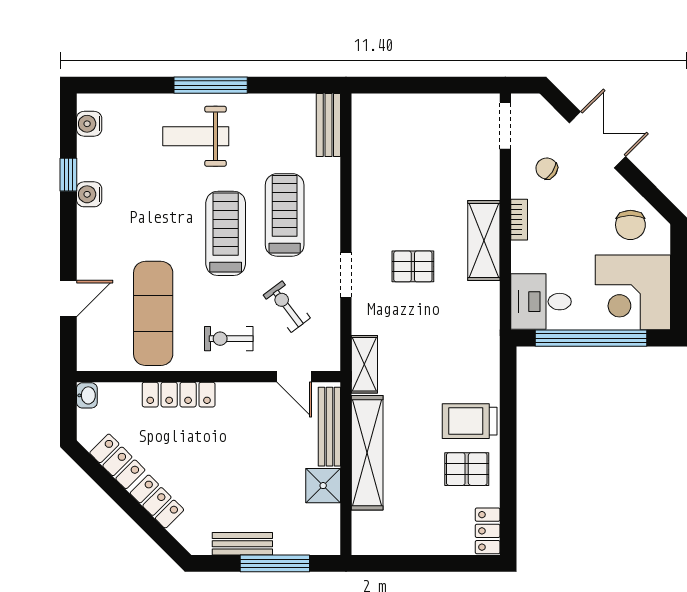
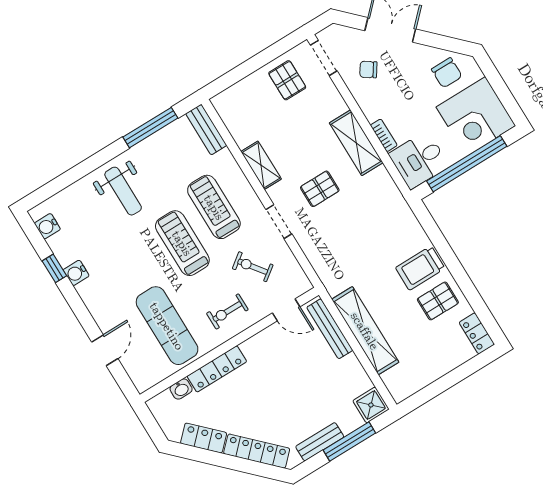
window: (211, 85) -> (150, 128), moved
pallet: (450, 125) -> (287, 80), added
weight bench: (196, 136) -> (123, 191), turned -90
bookcase: (519, 220) -> (384, 135), moved
shelving: (364, 364) -> (261, 165), moved
washbasin: (87, 395) -> (181, 389), moved, turned 90
shower: (323, 486) -> (371, 405), moved
locker: (157, 501) -> (257, 451), width x1.53

